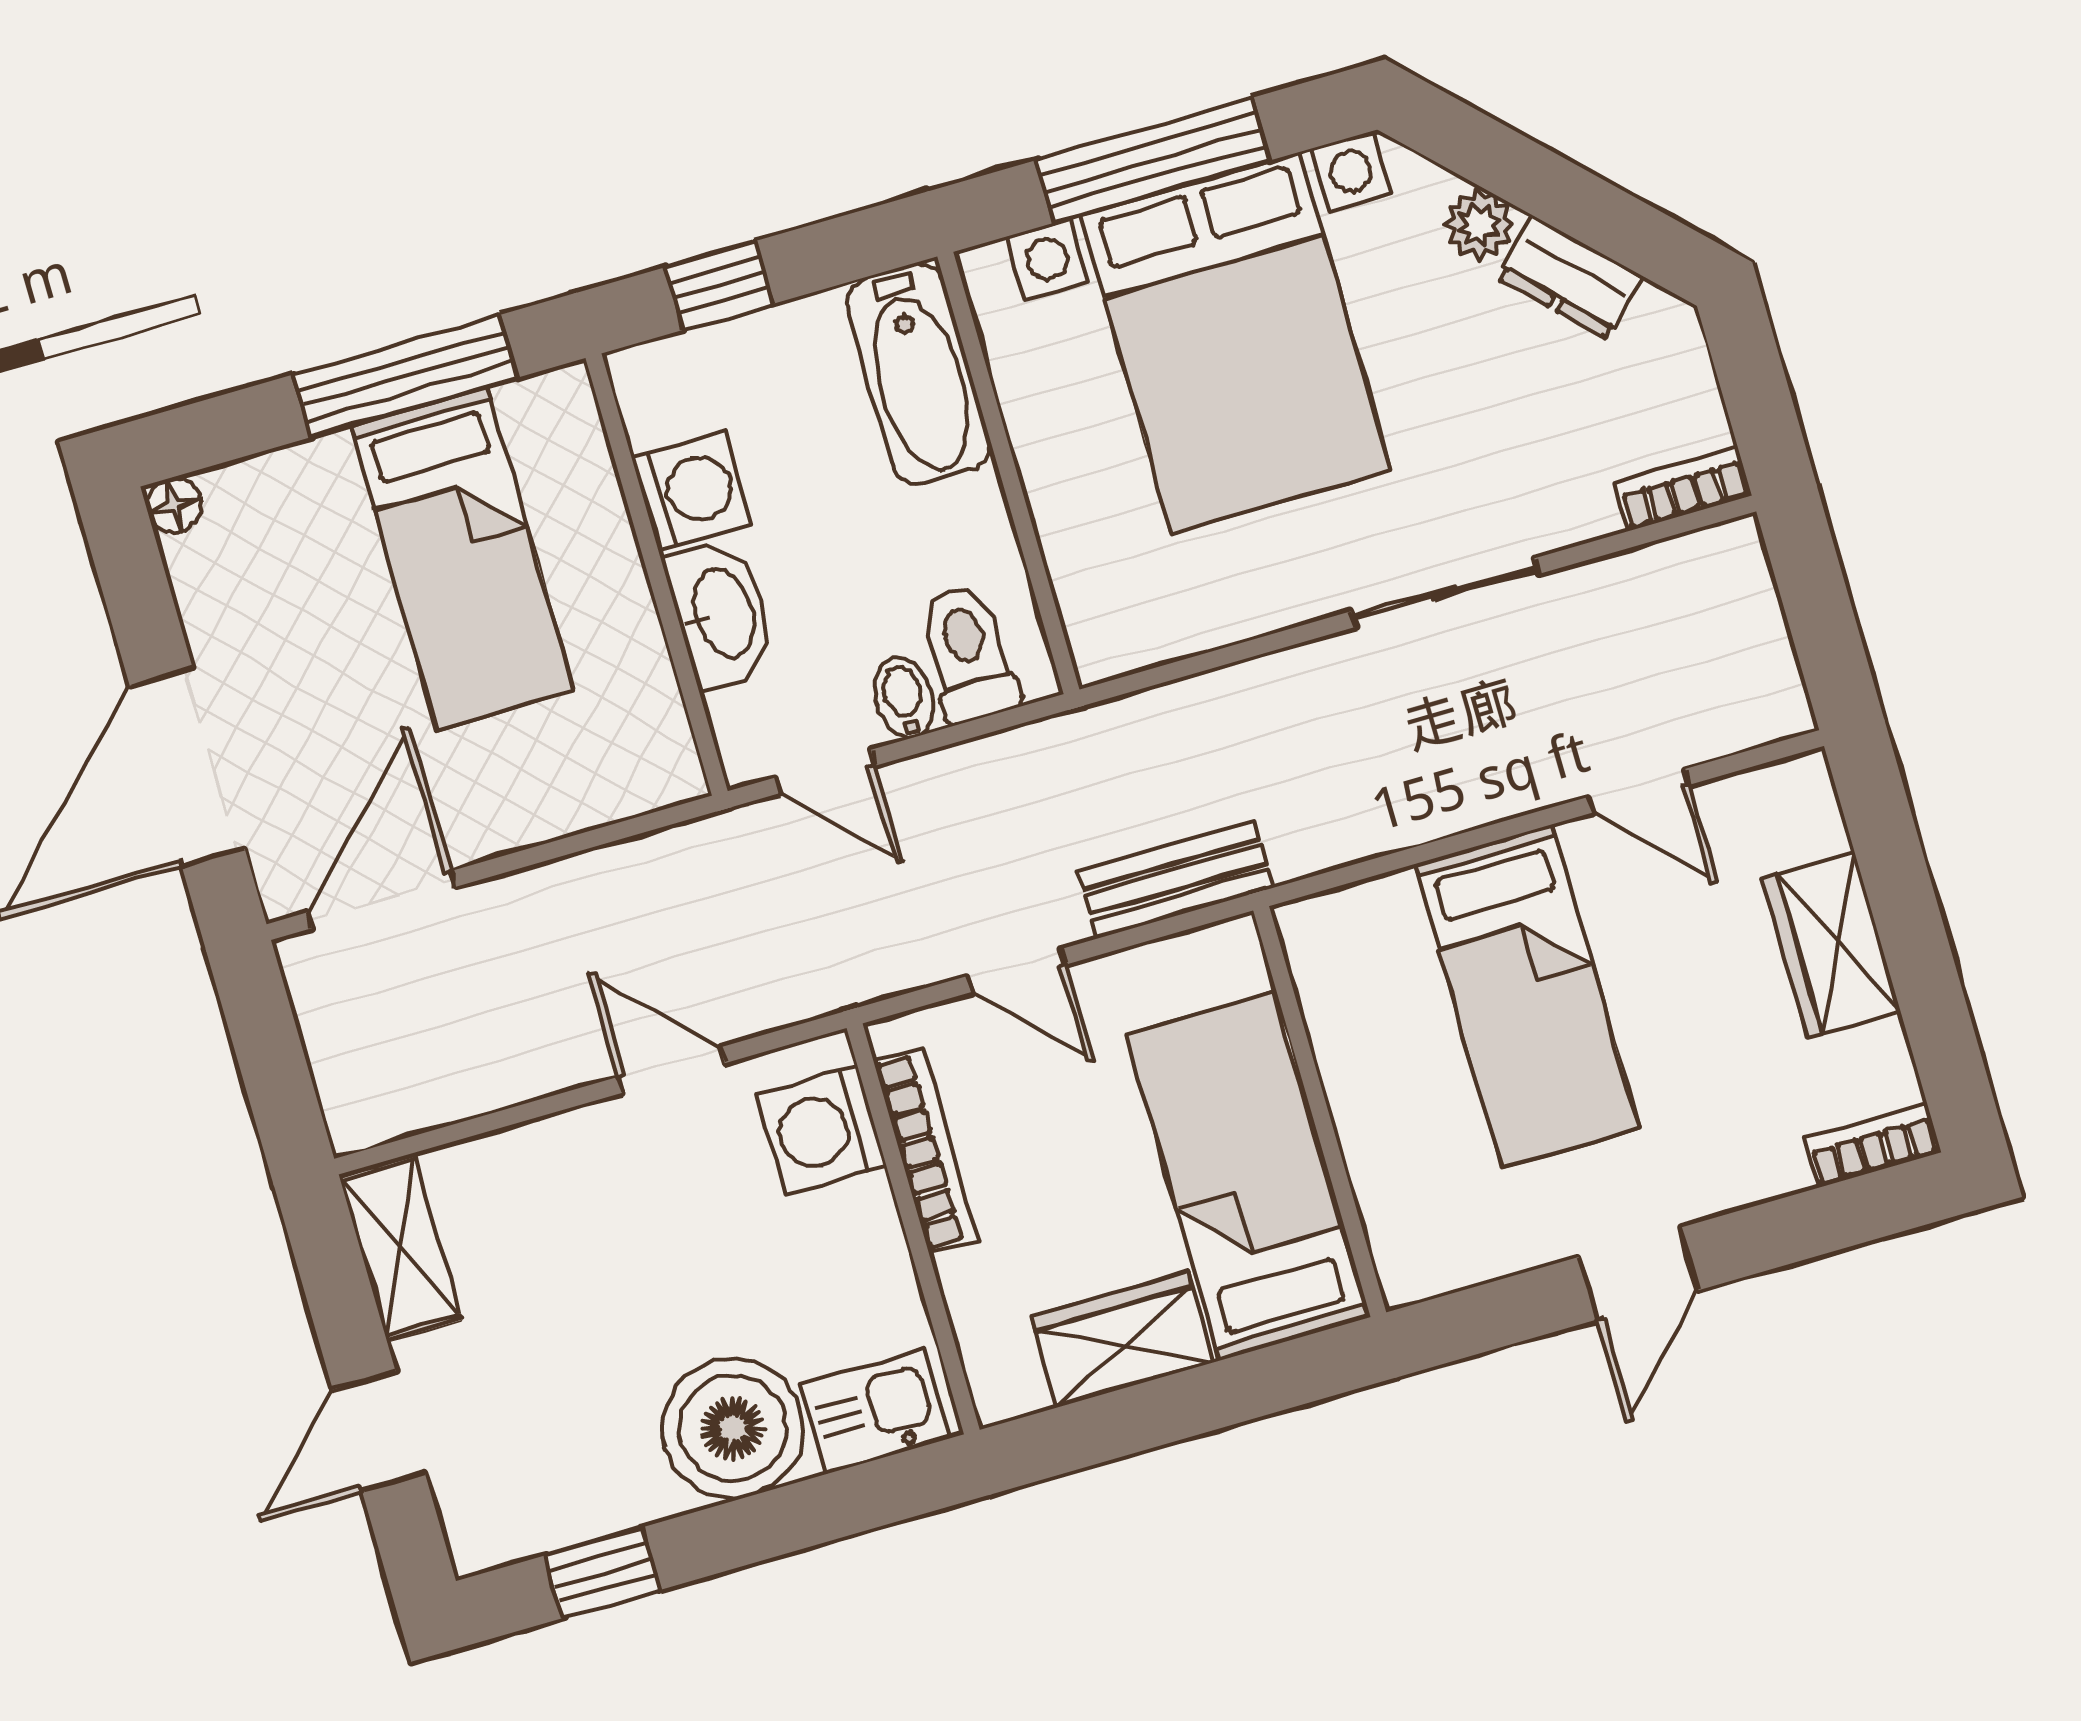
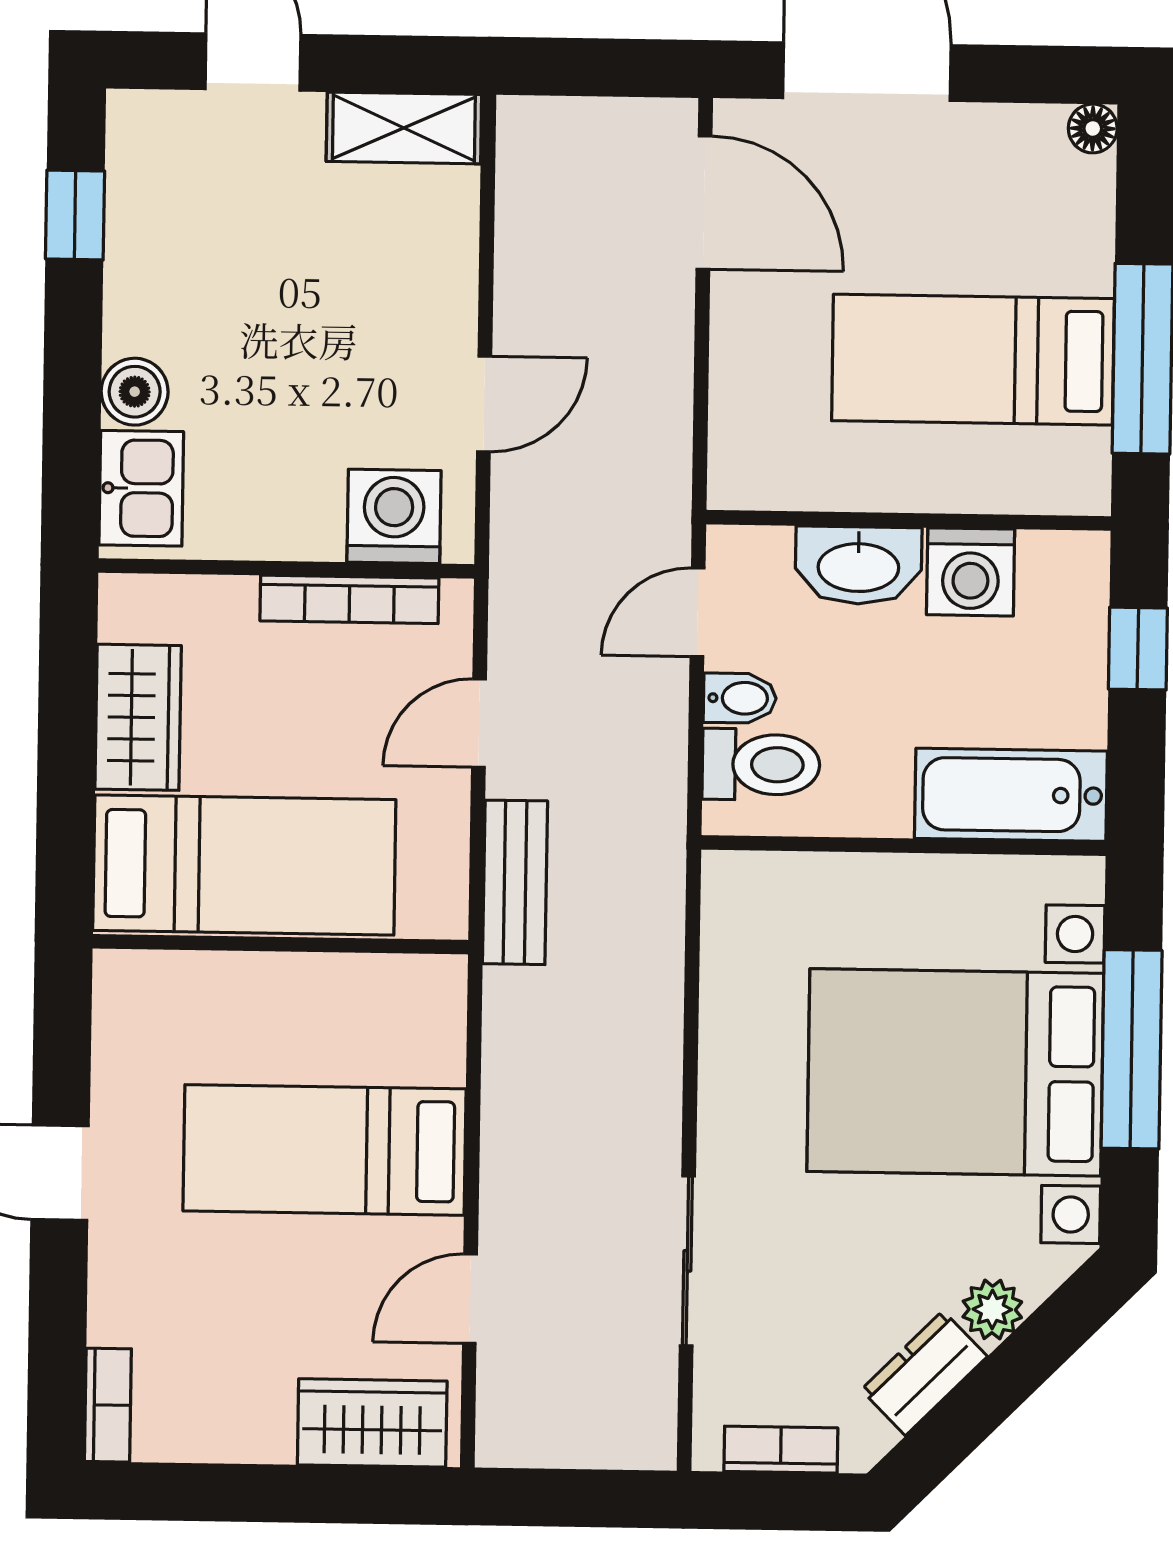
bookcase: (1683, 489) -> (781, 1450), moved, turned -90
sliding door: (1445, 593) -> (687, 1261), moved
wardrobe: (1831, 944) -> (372, 1423), moved
boiler: (733, 1428) -> (135, 392), width x0.54, depth x0.54

